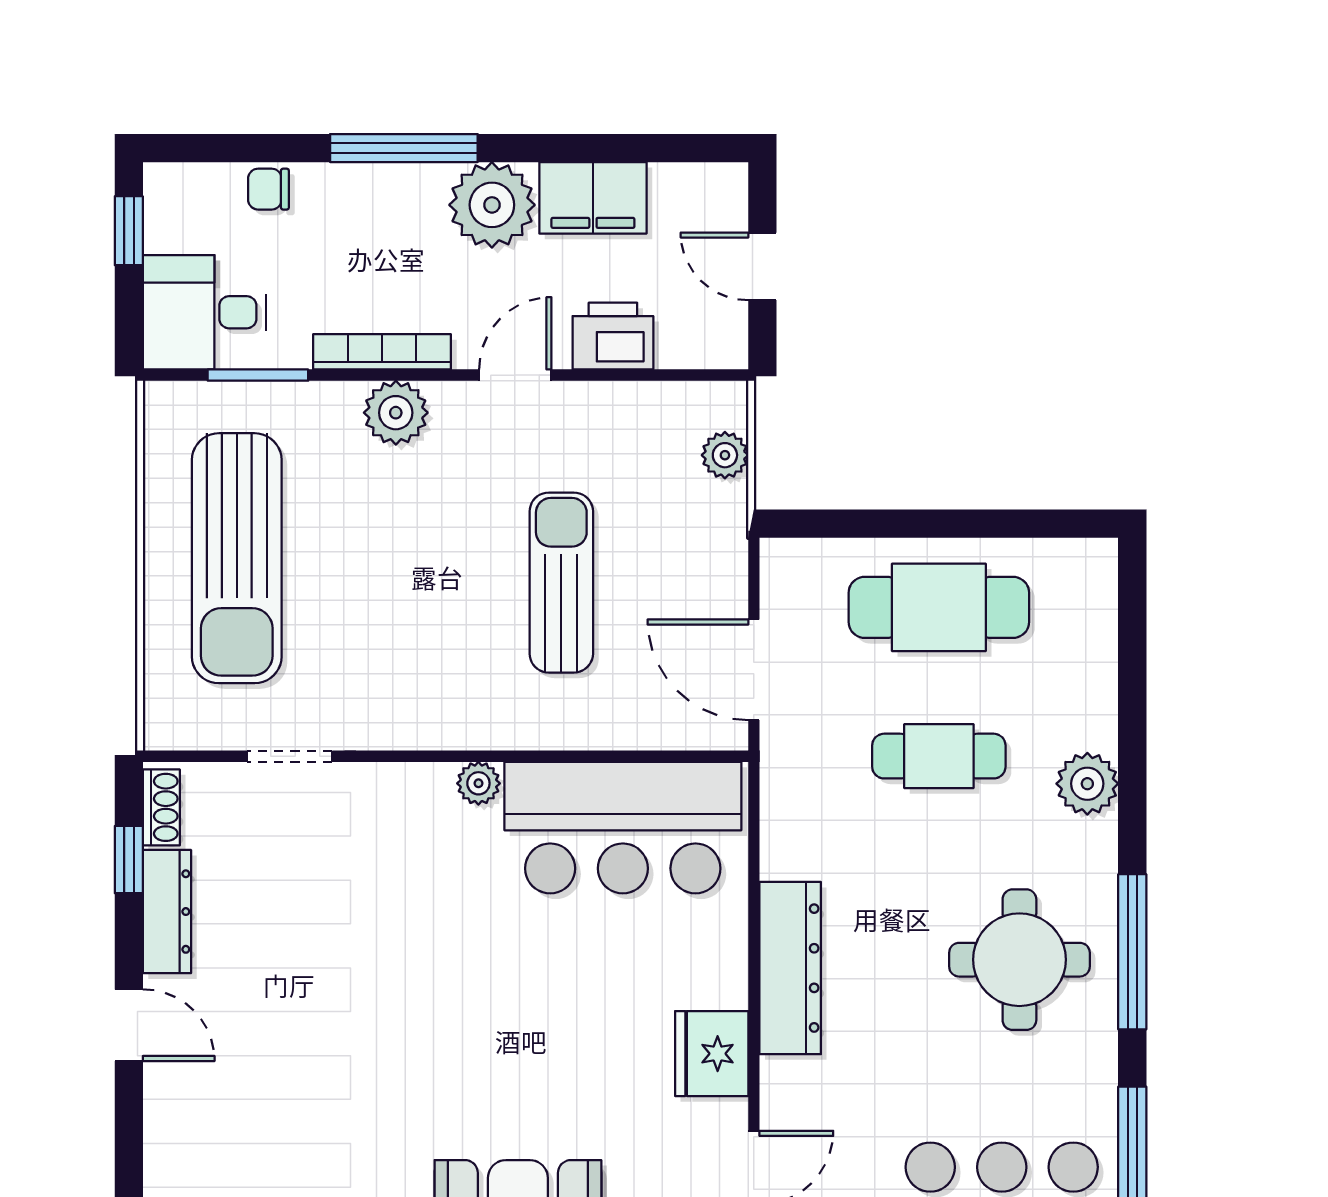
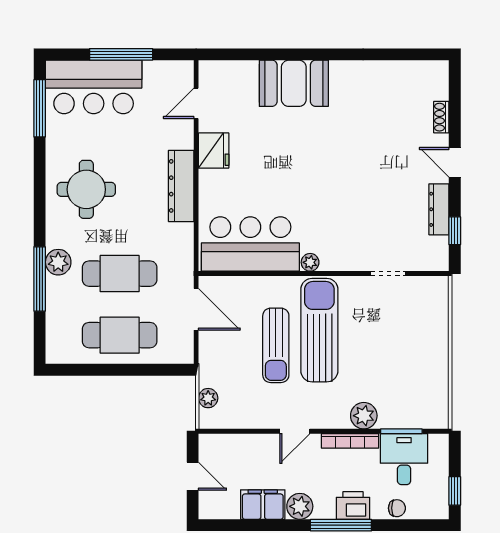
plant: (492, 205) -> (300, 506), width x0.73, depth x0.73
desk: (205, 312) -> (404, 459), moved, turned -90
printer: (613, 336) -> (353, 506), moved, turned 180
plant: (396, 413) -> (364, 416), moved
sun lounger: (237, 558) -> (319, 330), moved
cafe table: (939, 756) -> (120, 274), width x1.37, depth x1.35
shoe rack: (161, 807) -> (441, 117), moved
window: (1132, 952) -> (40, 279), moved

